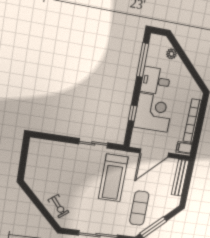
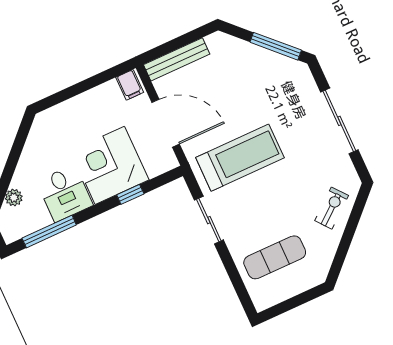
bookcase: (192, 121) -> (84, 101), removed
exercise mat: (139, 208) -> (275, 257), moved

